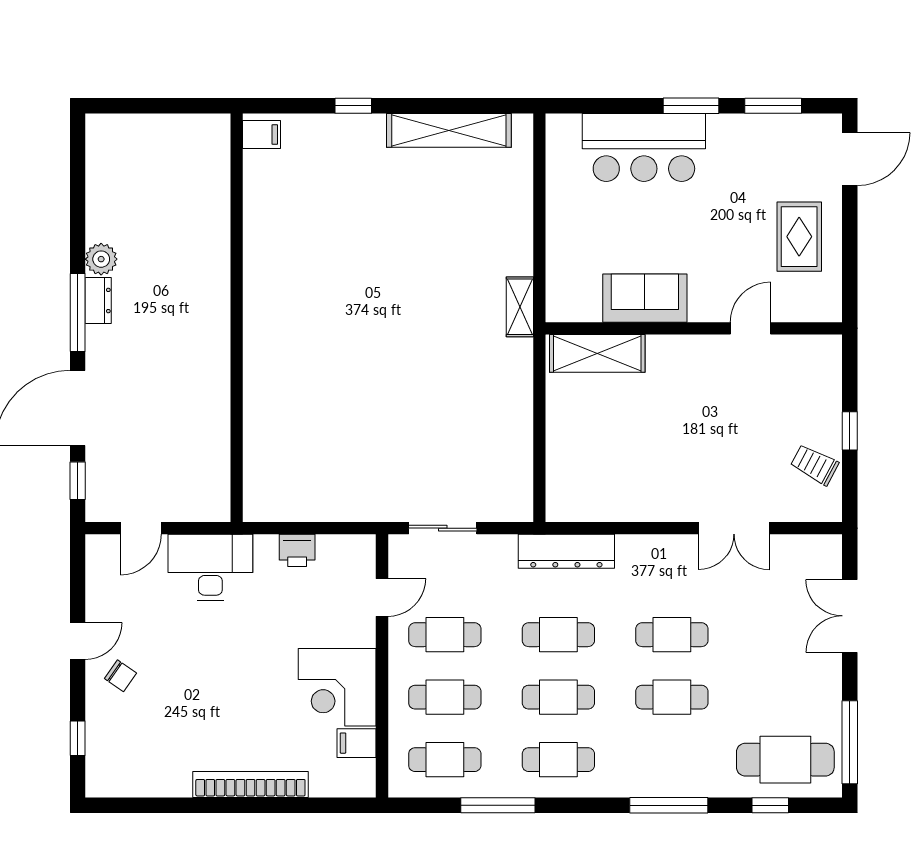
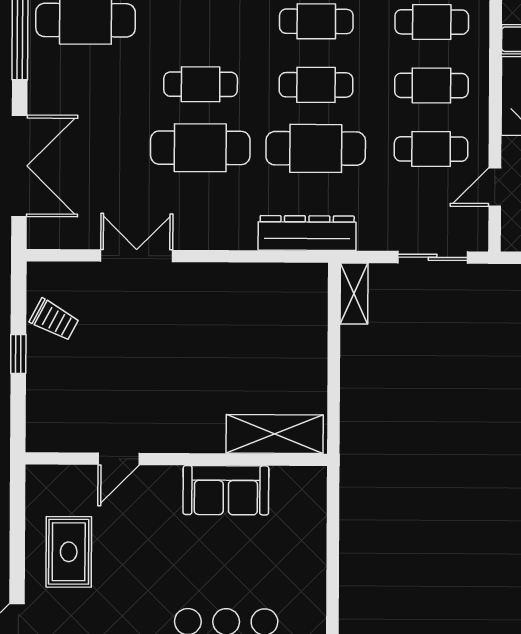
shelving: (520, 307) -> (354, 294), moved
double door: (850, 616) -> (19, 166), width x1.37
cafe table: (558, 635) -> (316, 148), width x1.37, depth x1.35
cafe table: (672, 635) -> (200, 148), width x1.37, depth x1.35

